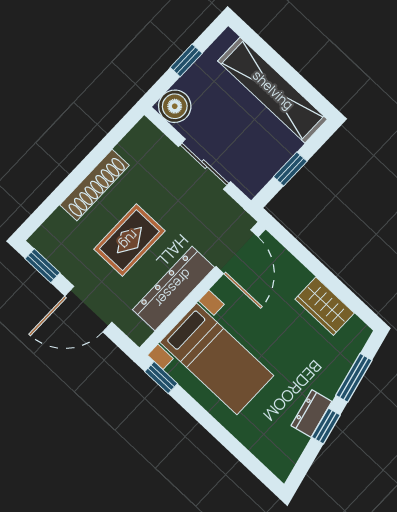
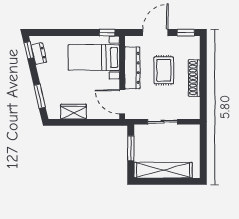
window: (186, 60) -> (203, 152), removed
boiler: (175, 106) -> (192, 132), removed
window: (290, 169) -> (131, 148), width x1.50
dresser: (311, 414) -> (39, 54), moved
window: (326, 426) -> (29, 50), moved

